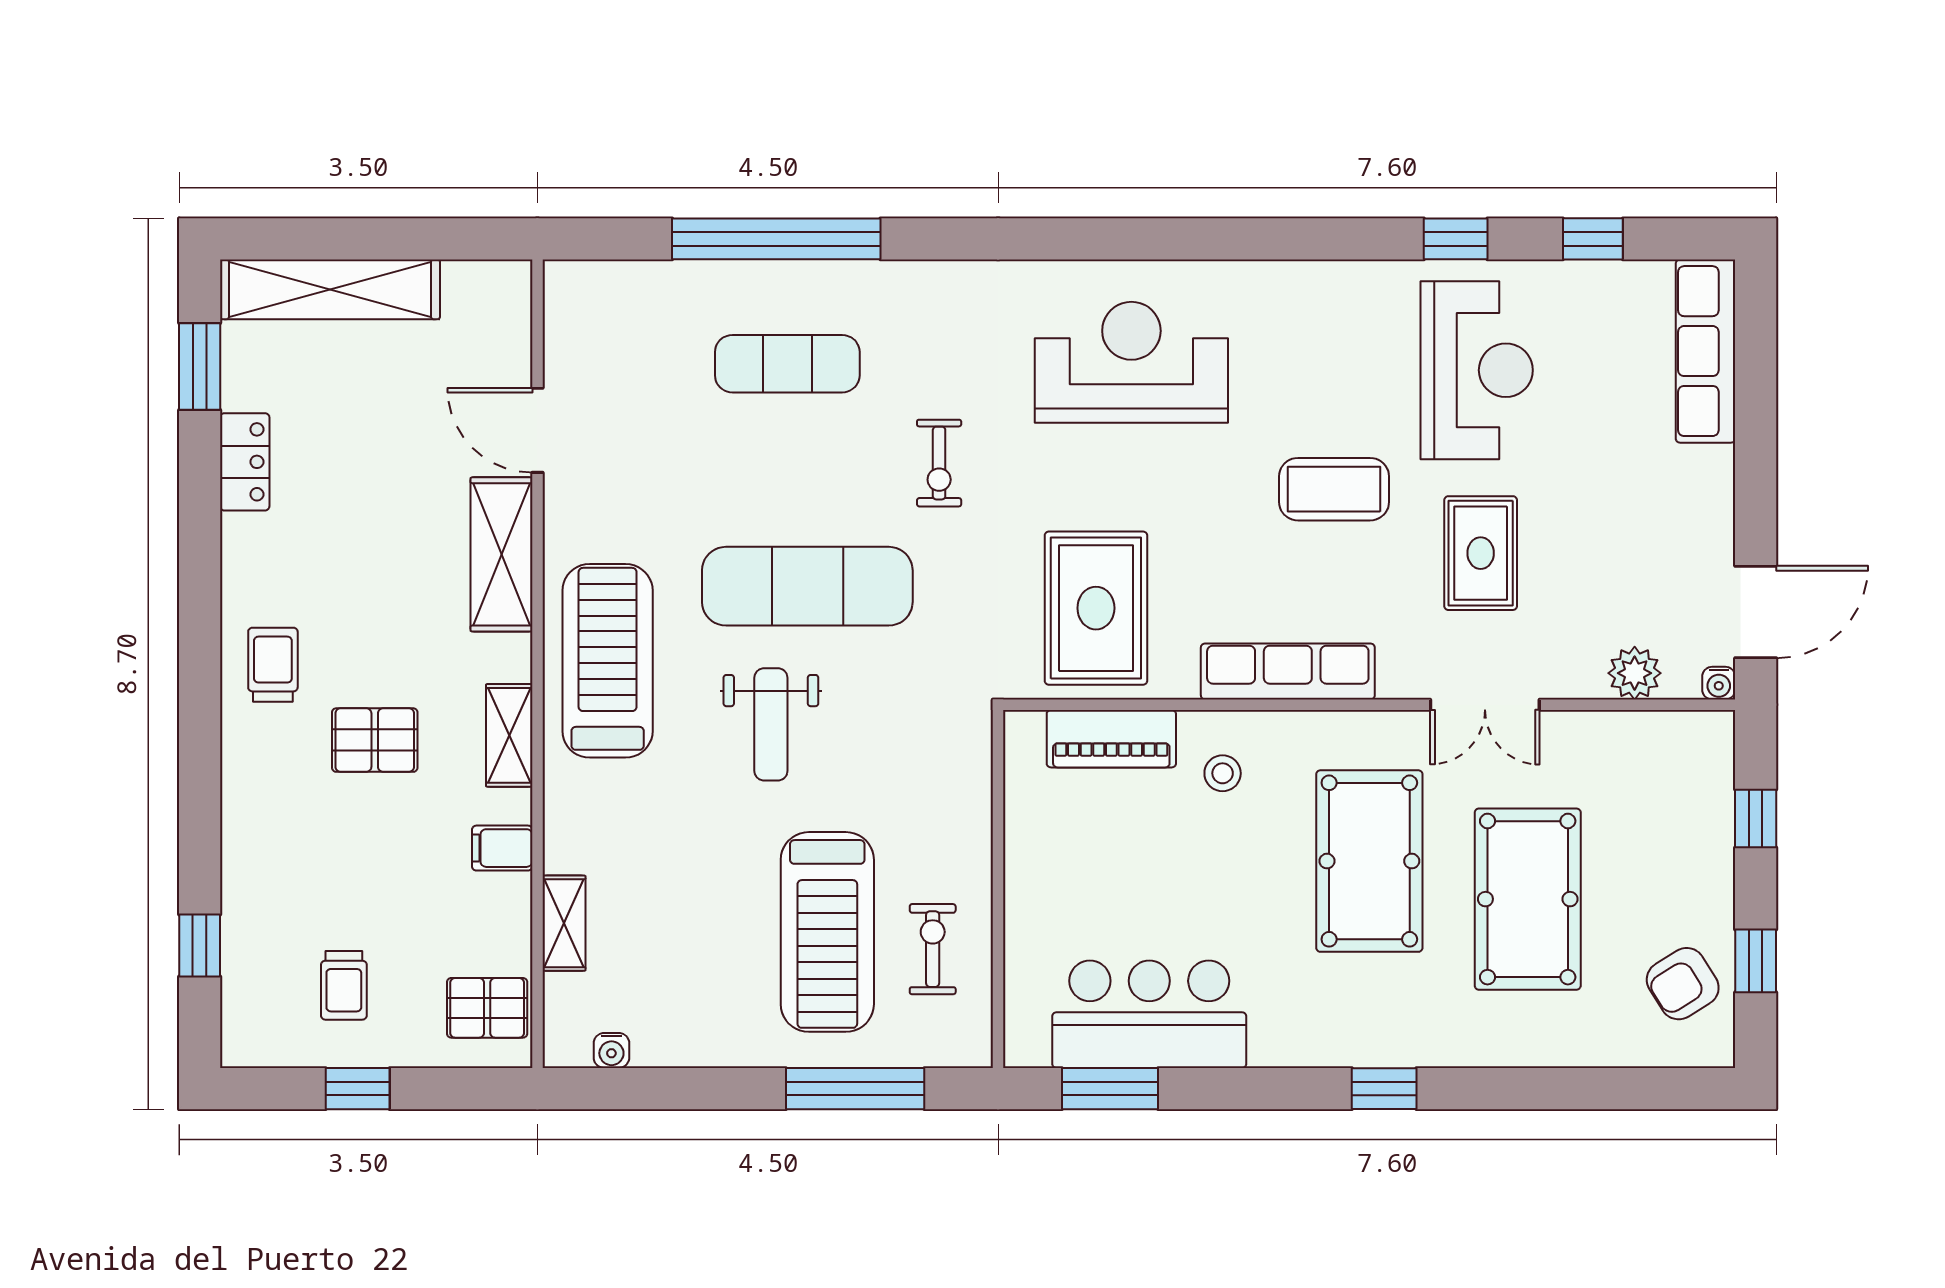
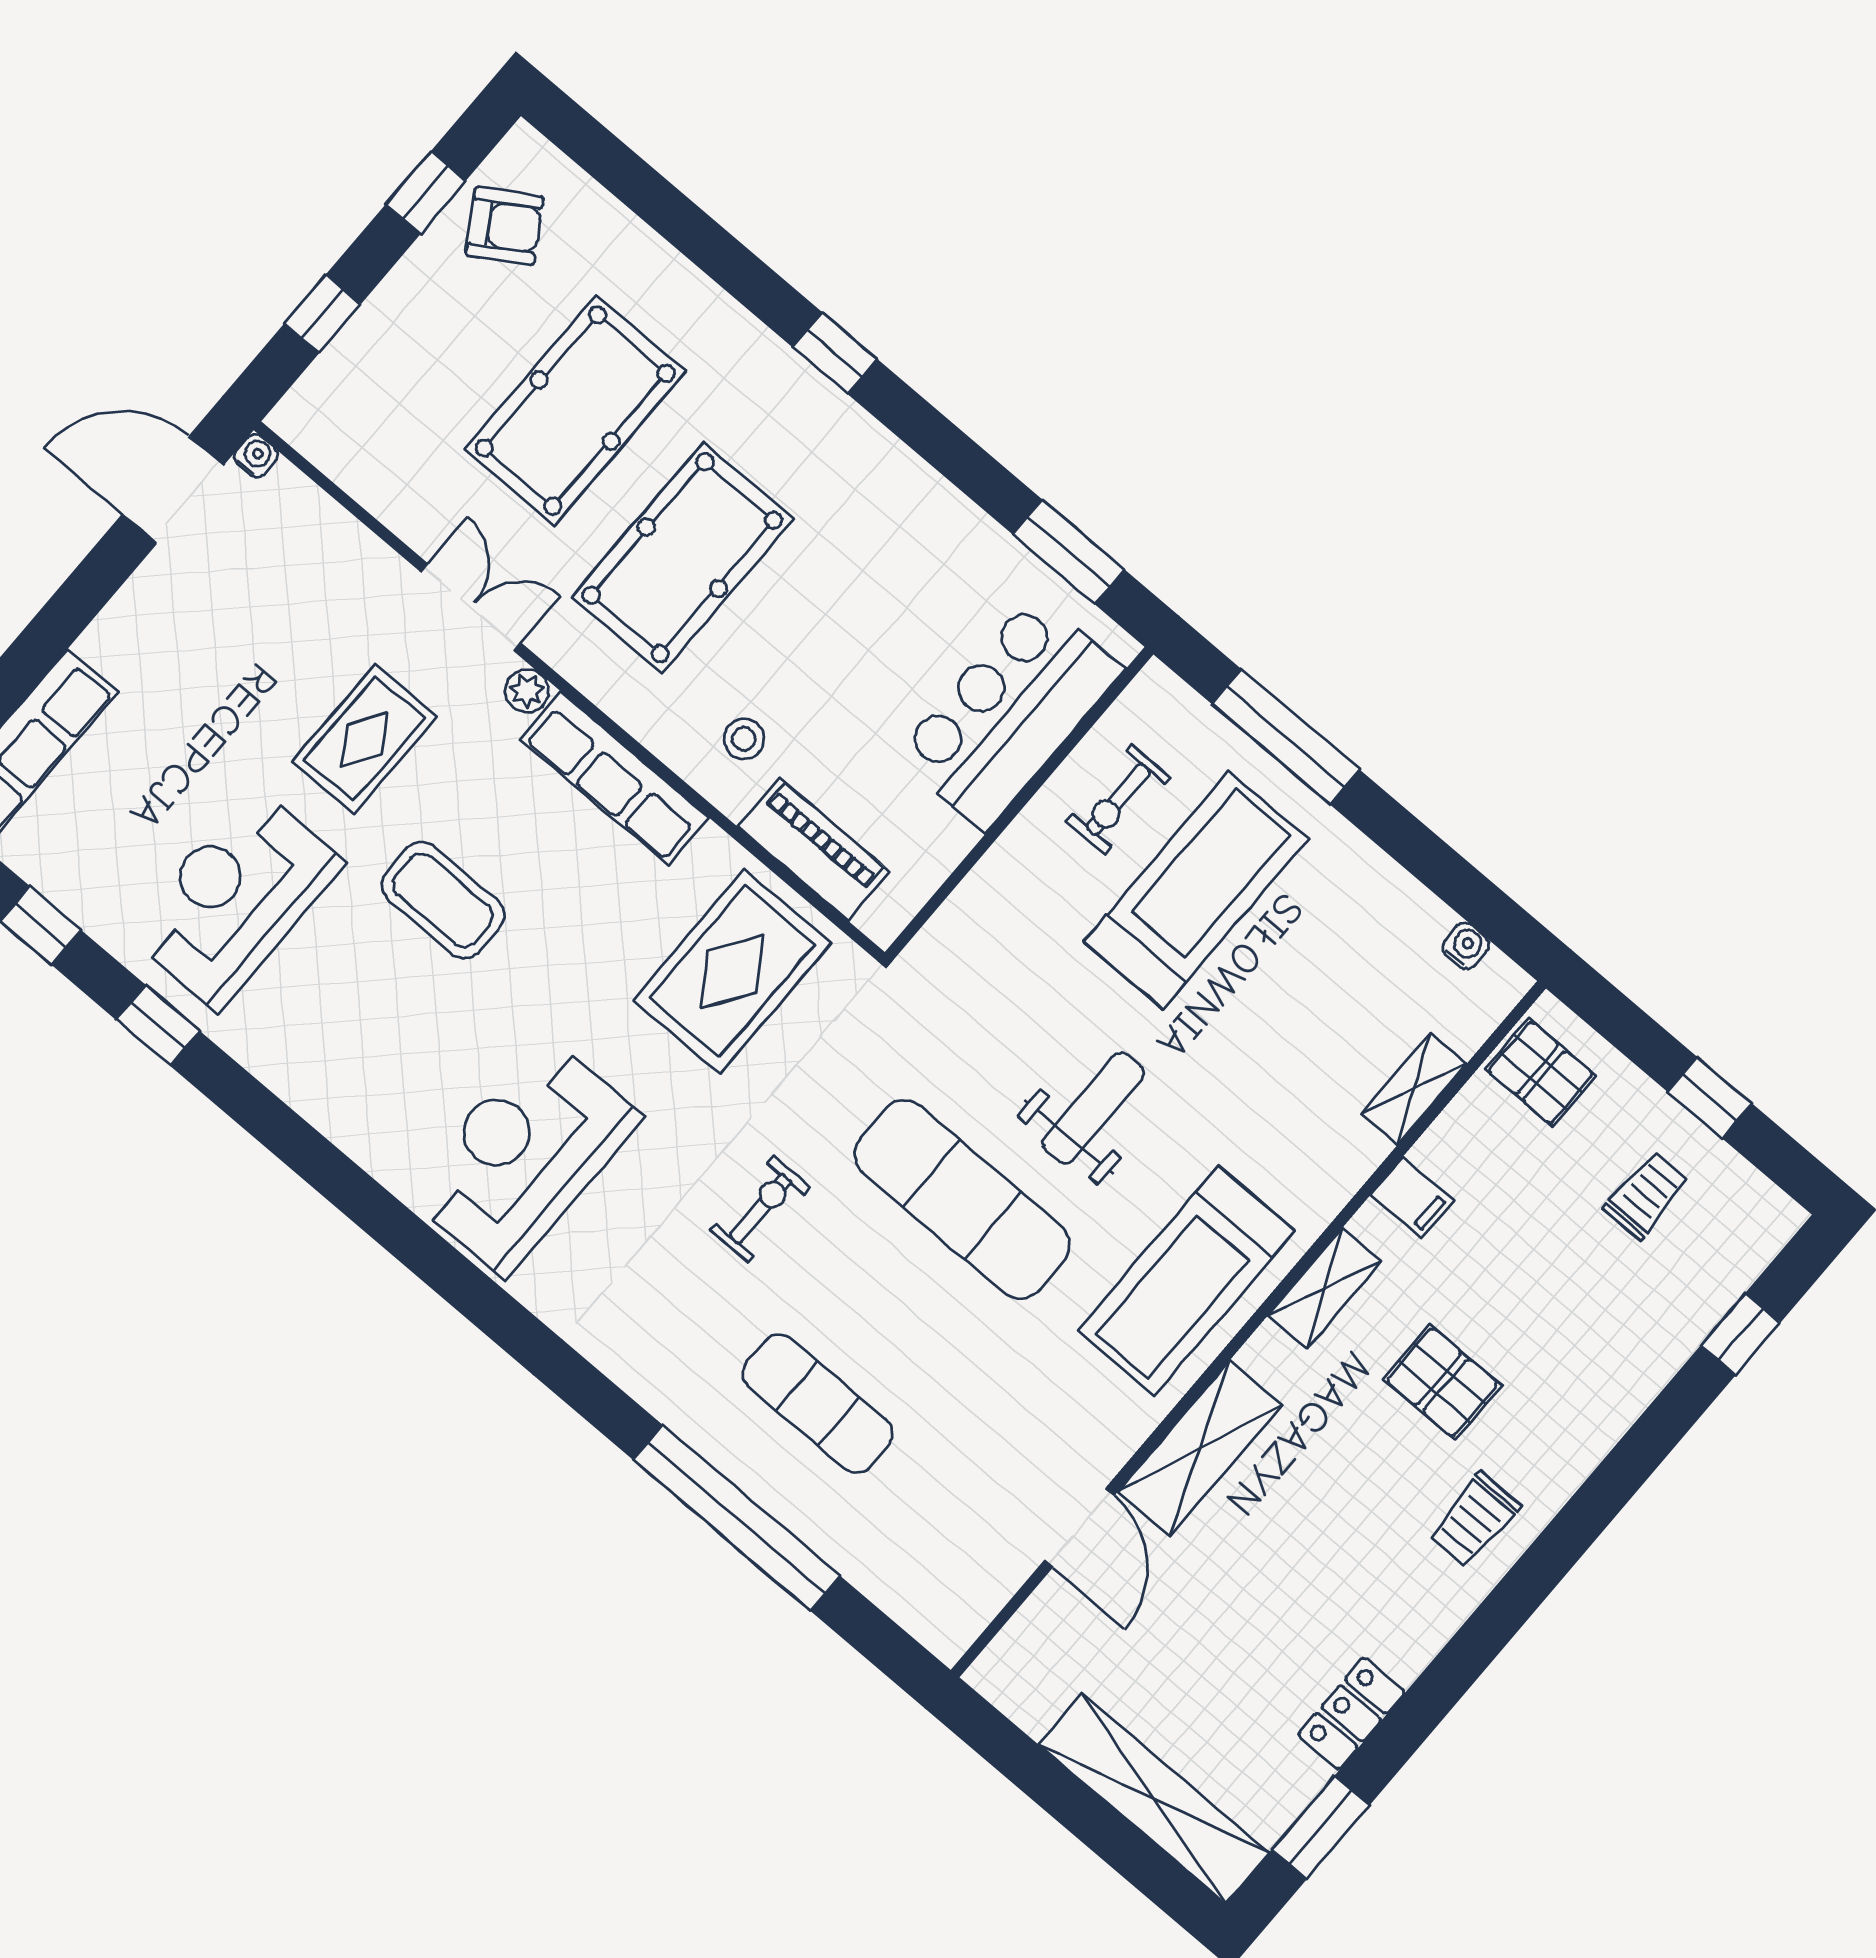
reception desk: (1131, 362) -> (524, 1155), turned 90
plant: (1635, 673) -> (527, 691), moved, width x0.73, depth x0.73
bar counter: (1149, 1014) -> (1010, 712), moved, turned 90

